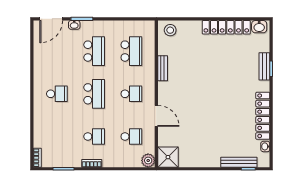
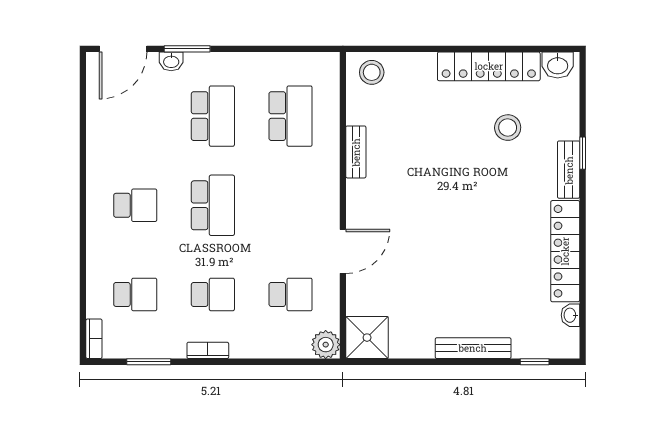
stool: (235, 57) -> (508, 128), added
bench: (264, 66) -> (569, 170), moved
school desk: (131, 94) -> (135, 294), moved
door: (156, 116) -> (343, 251), hinge flipped
bench: (239, 162) -> (473, 348), moved

